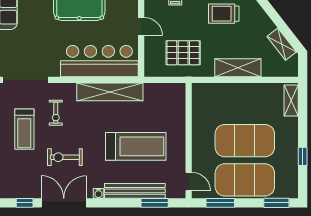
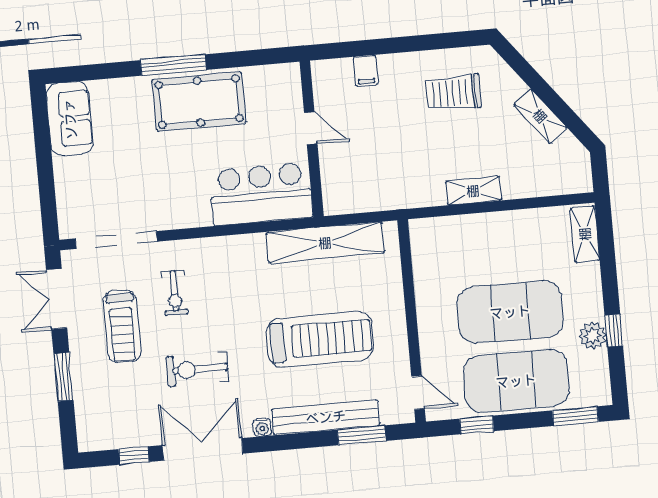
shelving: (282, 44) -> (540, 116), moved
pallet: (183, 53) -> (388, 168), removed
bar counter: (99, 61) -> (261, 194), width x0.73
shelving: (238, 68) -> (473, 191), width x0.67, depth x0.75
shelving: (110, 92) -> (325, 243), moved
plant: (290, 158) -> (593, 336), added
window: (220, 203) -> (477, 425), width x0.67

